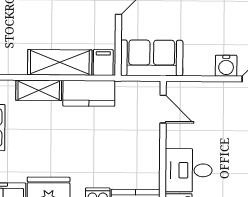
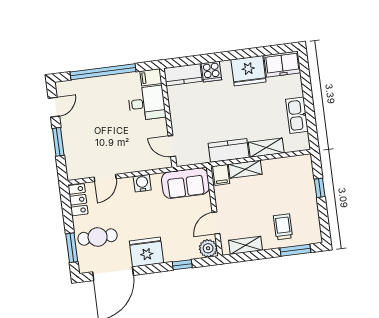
shelving: (60, 62) -> (245, 169), width x0.67, depth x0.75
water cooler: (226, 66) -> (142, 183), moved

